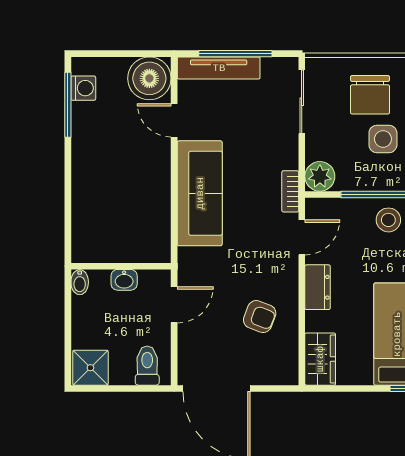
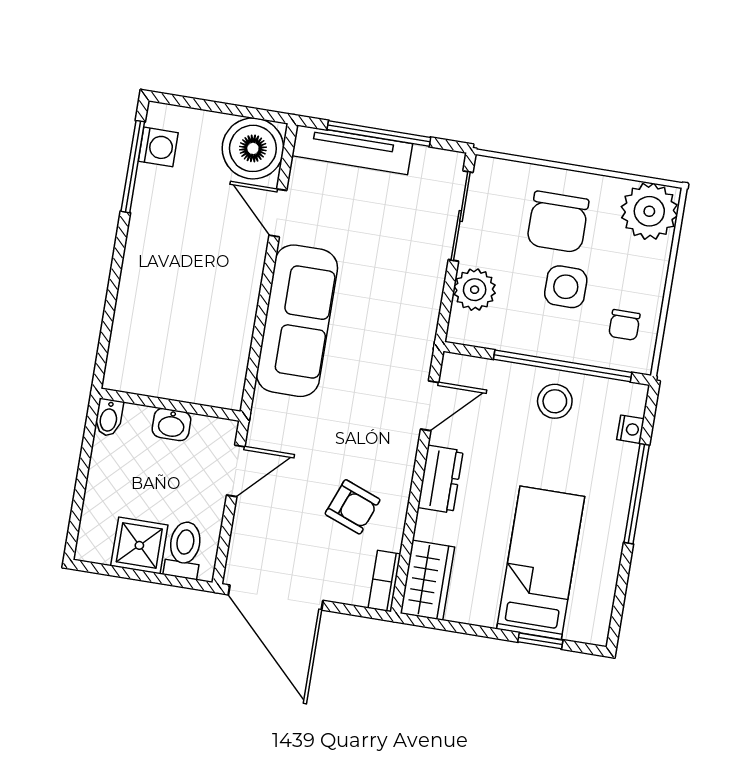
plant: (320, 176) -> (475, 290), moved
bookcase: (290, 191) -> (384, 581), moved
shower: (90, 368) -> (139, 545), moved

